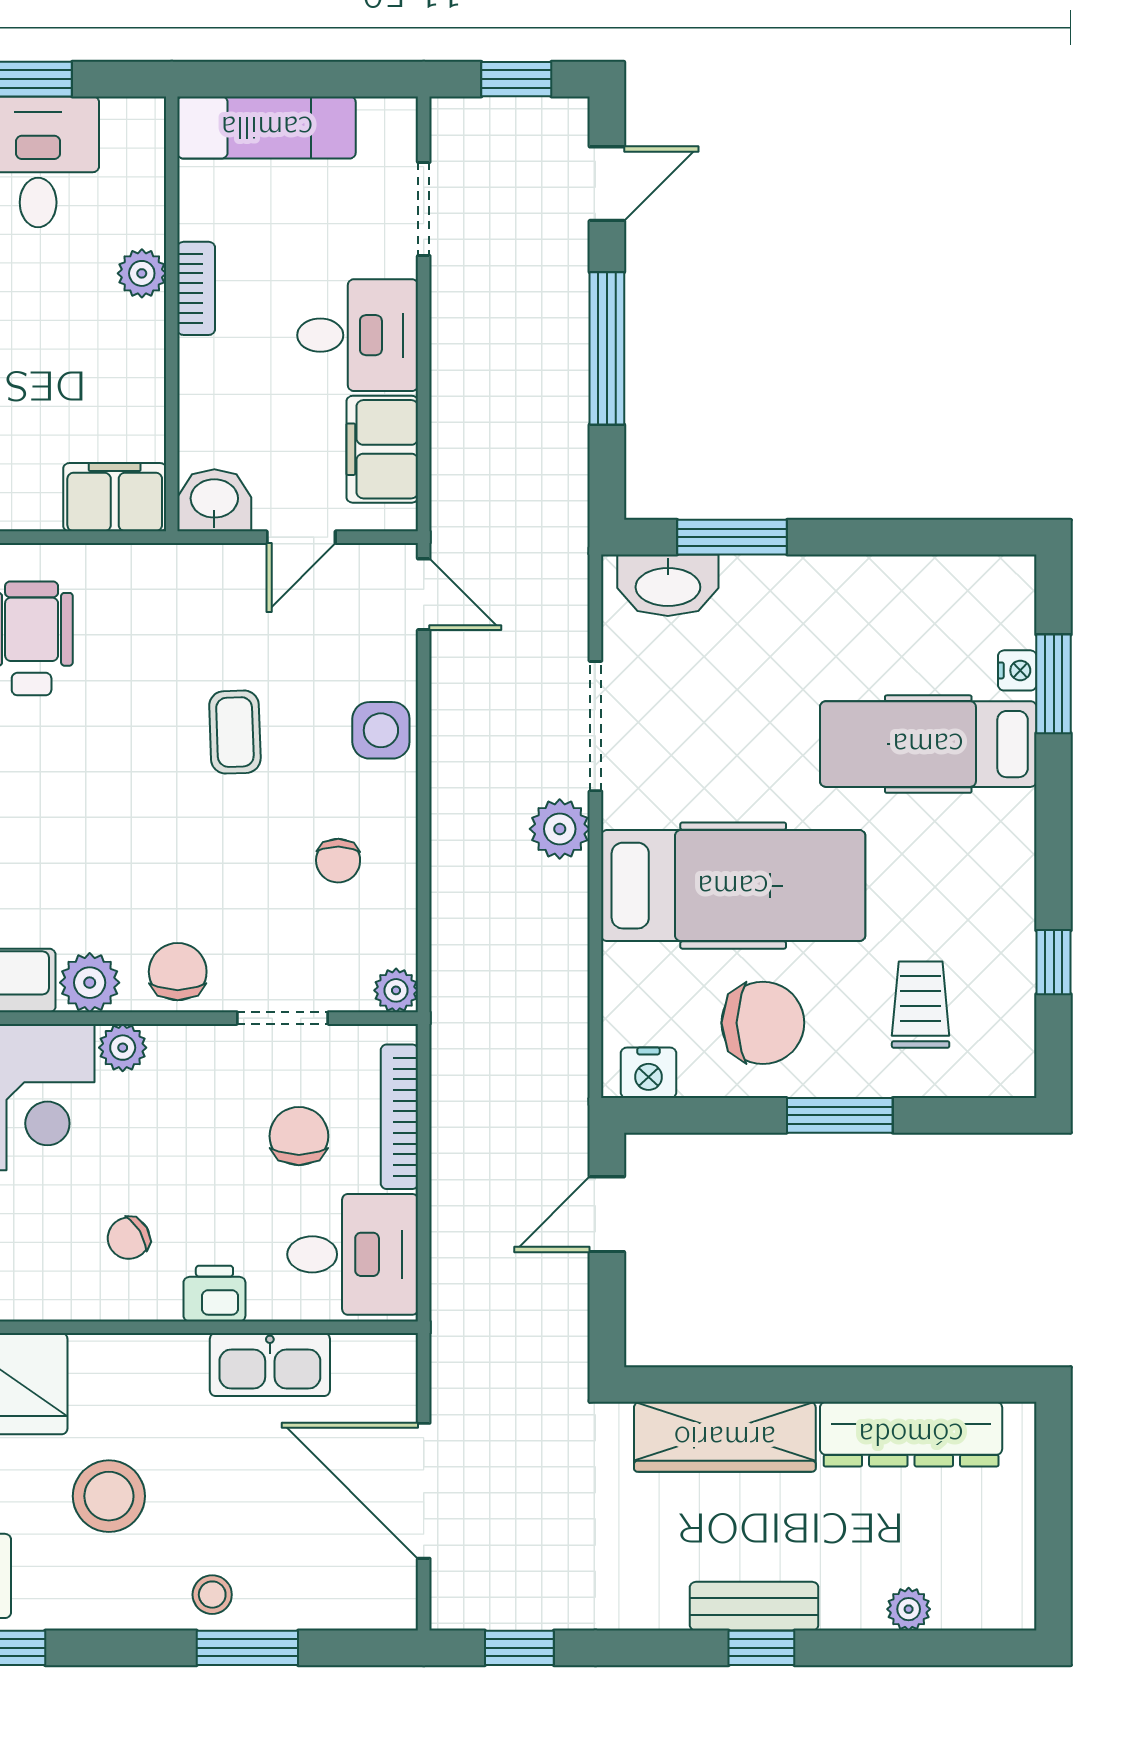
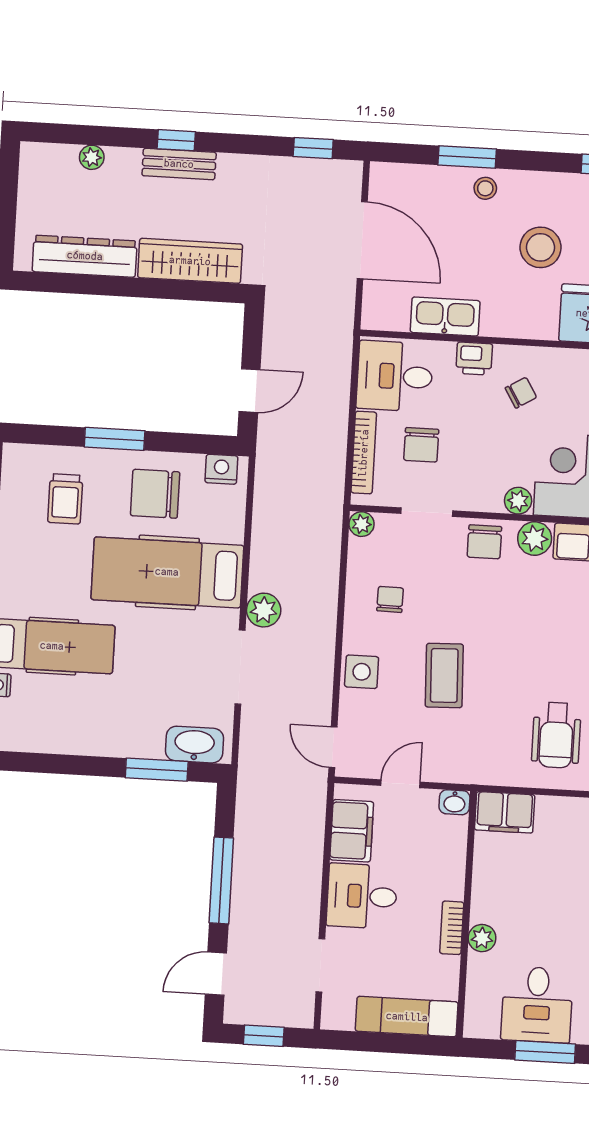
washbasin: (214, 500) -> (454, 802), width x0.72, depth x0.69
coffee table: (235, 732) -> (444, 676), width x1.36, depth x1.30

